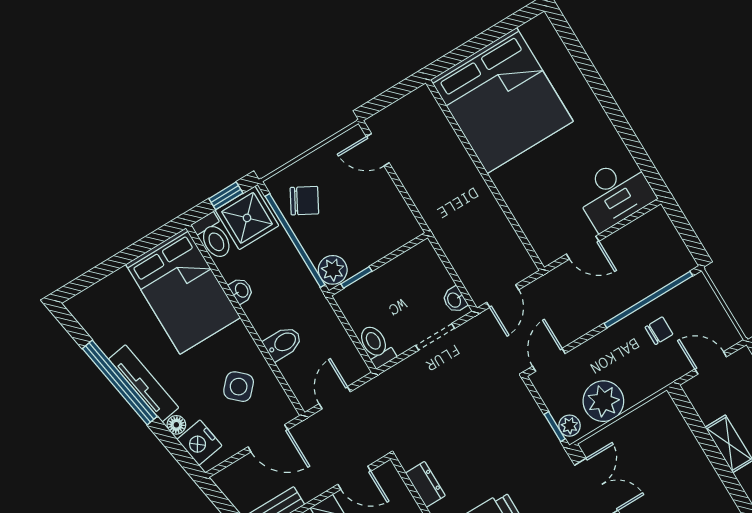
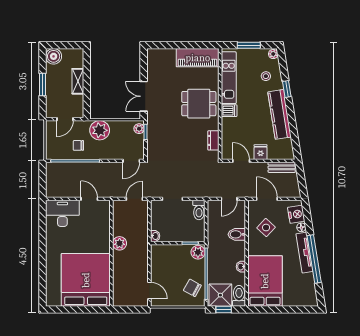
plant: (481, 201) -> (120, 243), added
washbasin: (455, 300) -> (155, 236), moved
door: (711, 363) -> (65, 119), hinge flipped
plant: (603, 401) -> (100, 130), moved

